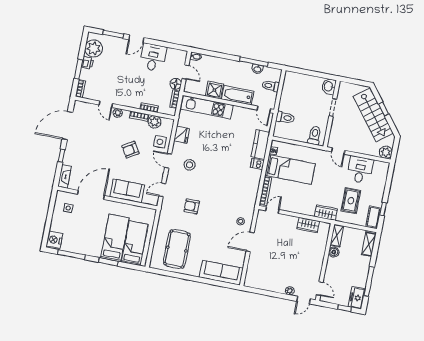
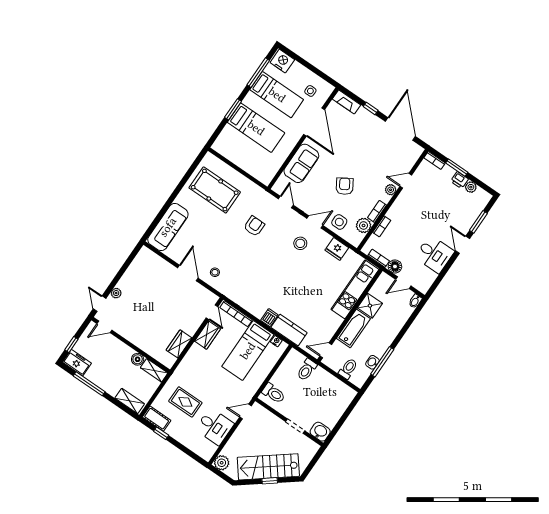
plant: (94, 48) -> (471, 187), width x0.53, depth x0.53
wardrobe: (326, 213) -> (207, 335), moved
bed: (135, 243) -> (277, 95), moved

